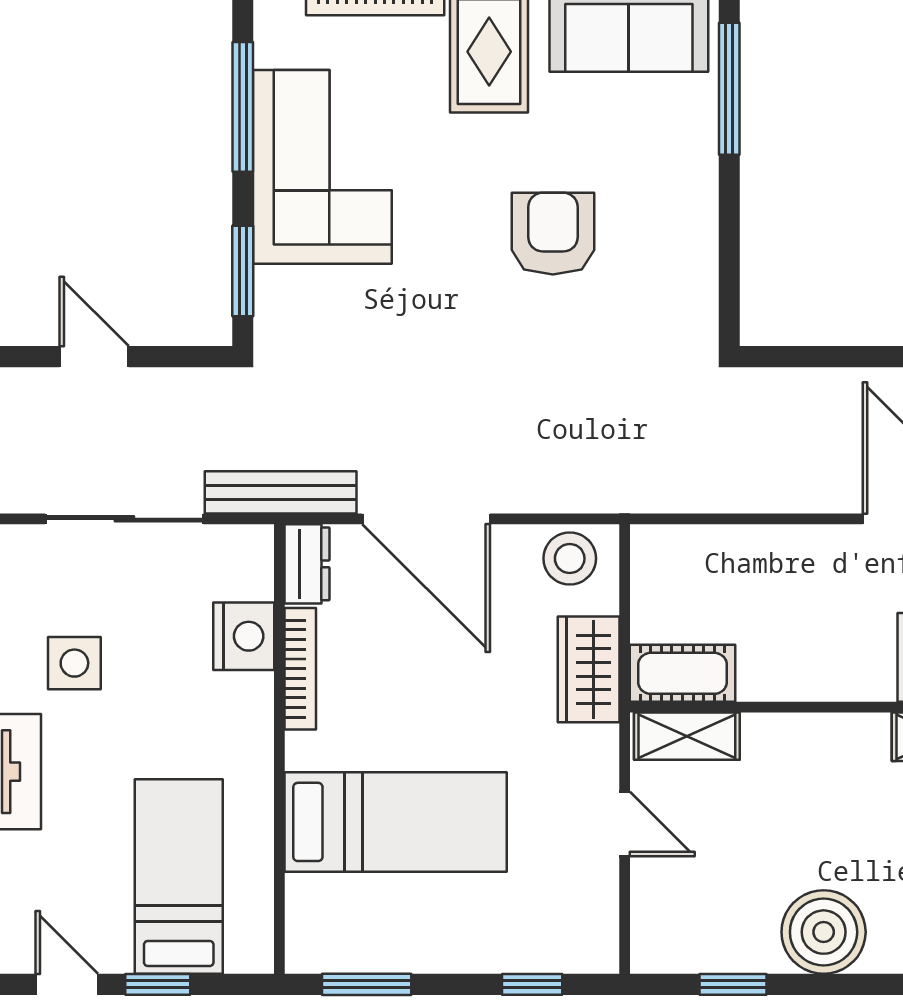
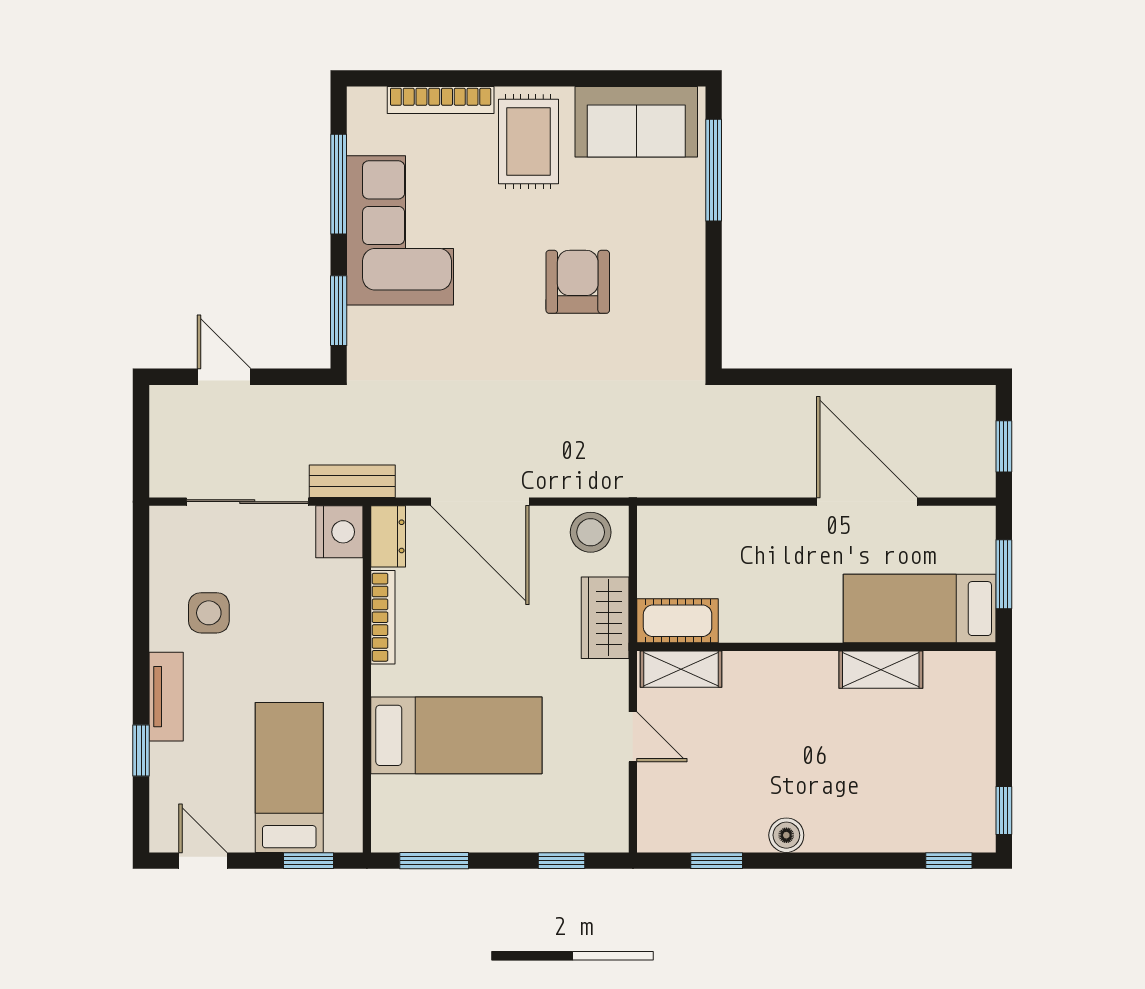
bench: (281, 492) -> (352, 481), width x0.73
nightstand: (244, 636) -> (339, 532), moved
boiler: (824, 932) -> (786, 835), width x0.54, depth x0.54
window: (158, 984) -> (309, 861), moved

